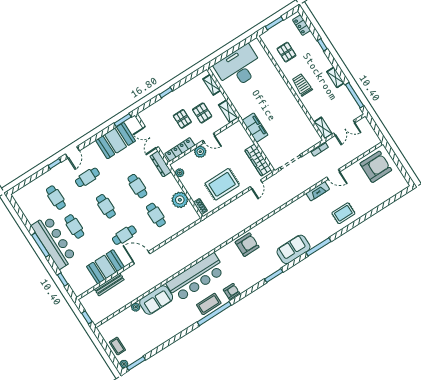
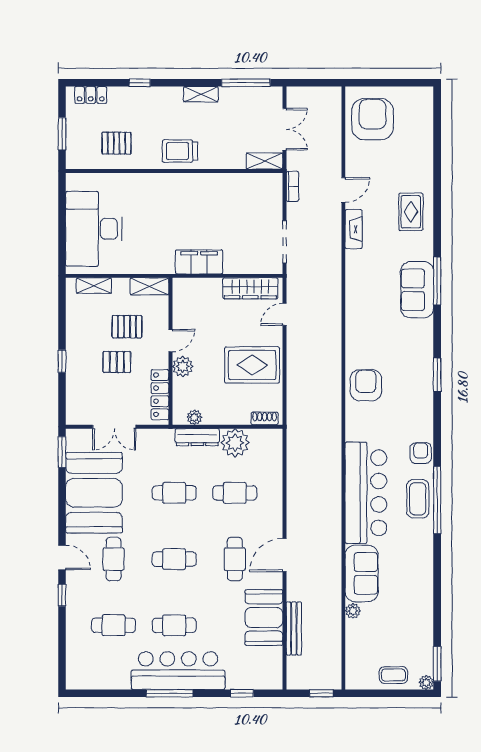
booth: (116, 141) -> (94, 493), width x1.36, depth x1.42
dresser: (161, 164) -> (197, 437), moved
rug: (222, 184) -> (252, 365), turned 90
door: (256, 184) -> (285, 314), swing flipped
sofa: (294, 249) -> (417, 290), moved

